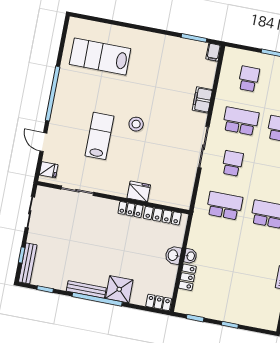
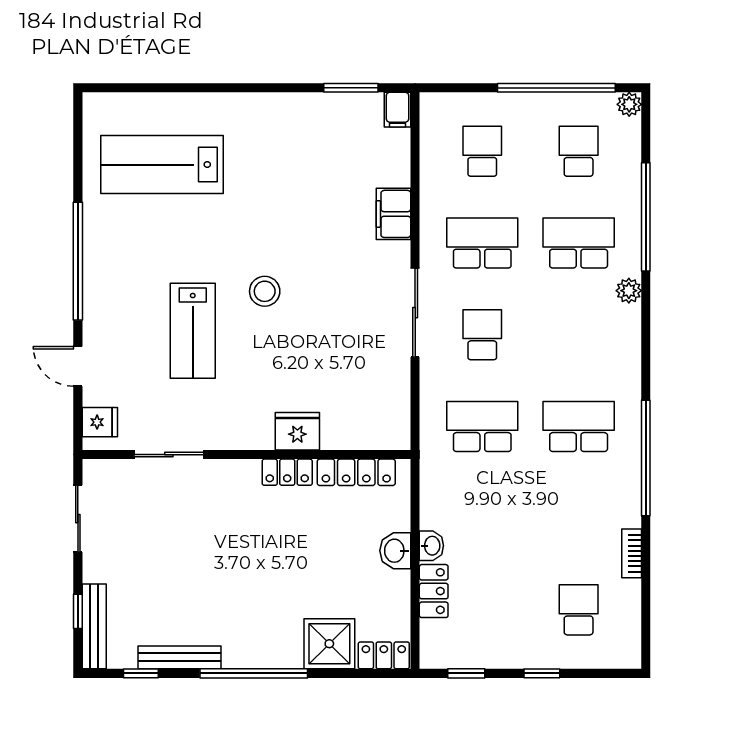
lab bench: (99, 136) -> (193, 331), turned 180
bench: (86, 289) -> (180, 657), moved
shower: (119, 289) -> (329, 644), moved
school desk: (252, 299) -> (579, 610), added

